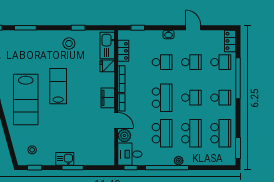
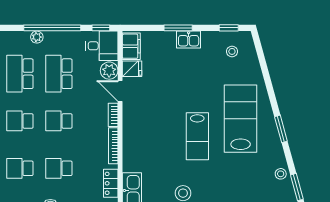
fridge: (107, 66) -> (132, 69), moved
filing cabinet: (108, 98) -> (131, 46), moved
school desk: (162, 98) -> (59, 121), width x0.54

